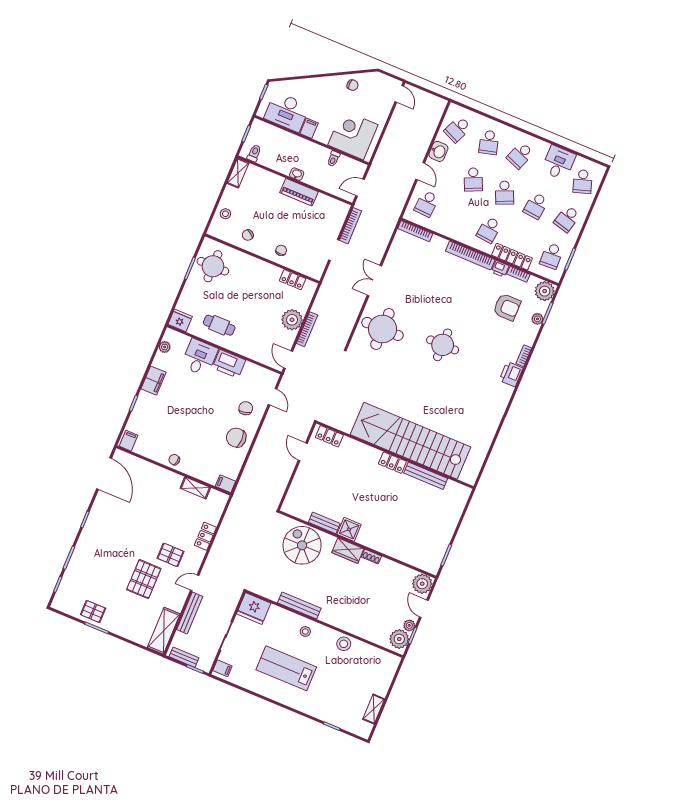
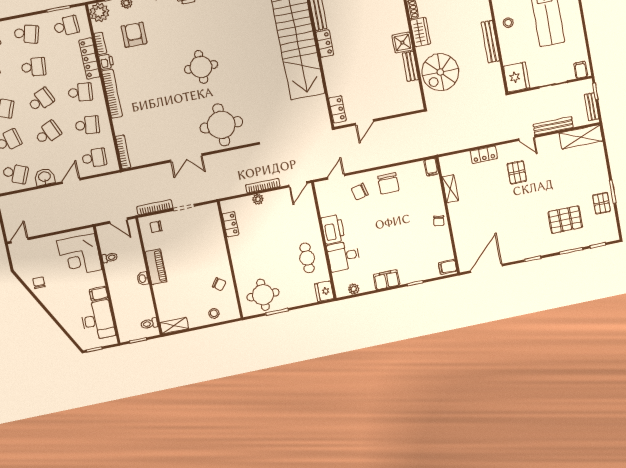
school desk: (458, 217) -> (87, 125), added
chair: (281, 250) -> (156, 227), moved
plant: (292, 320) -> (258, 199), width x0.53, depth x0.53
pallet: (144, 579) -> (565, 220), moved

